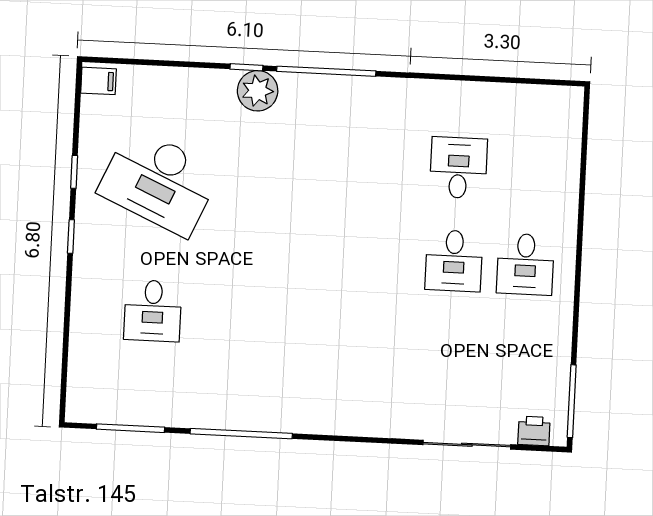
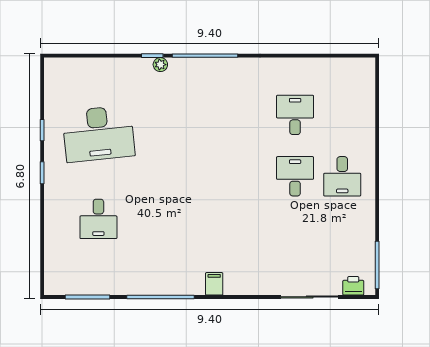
filing cabinet: (99, 81) -> (214, 284), moved, turned -90
plant: (258, 91) -> (160, 65), width x0.53, depth x0.53
desk: (159, 182) -> (98, 134), turned -30
desk: (454, 261) -> (295, 176), turned 180

